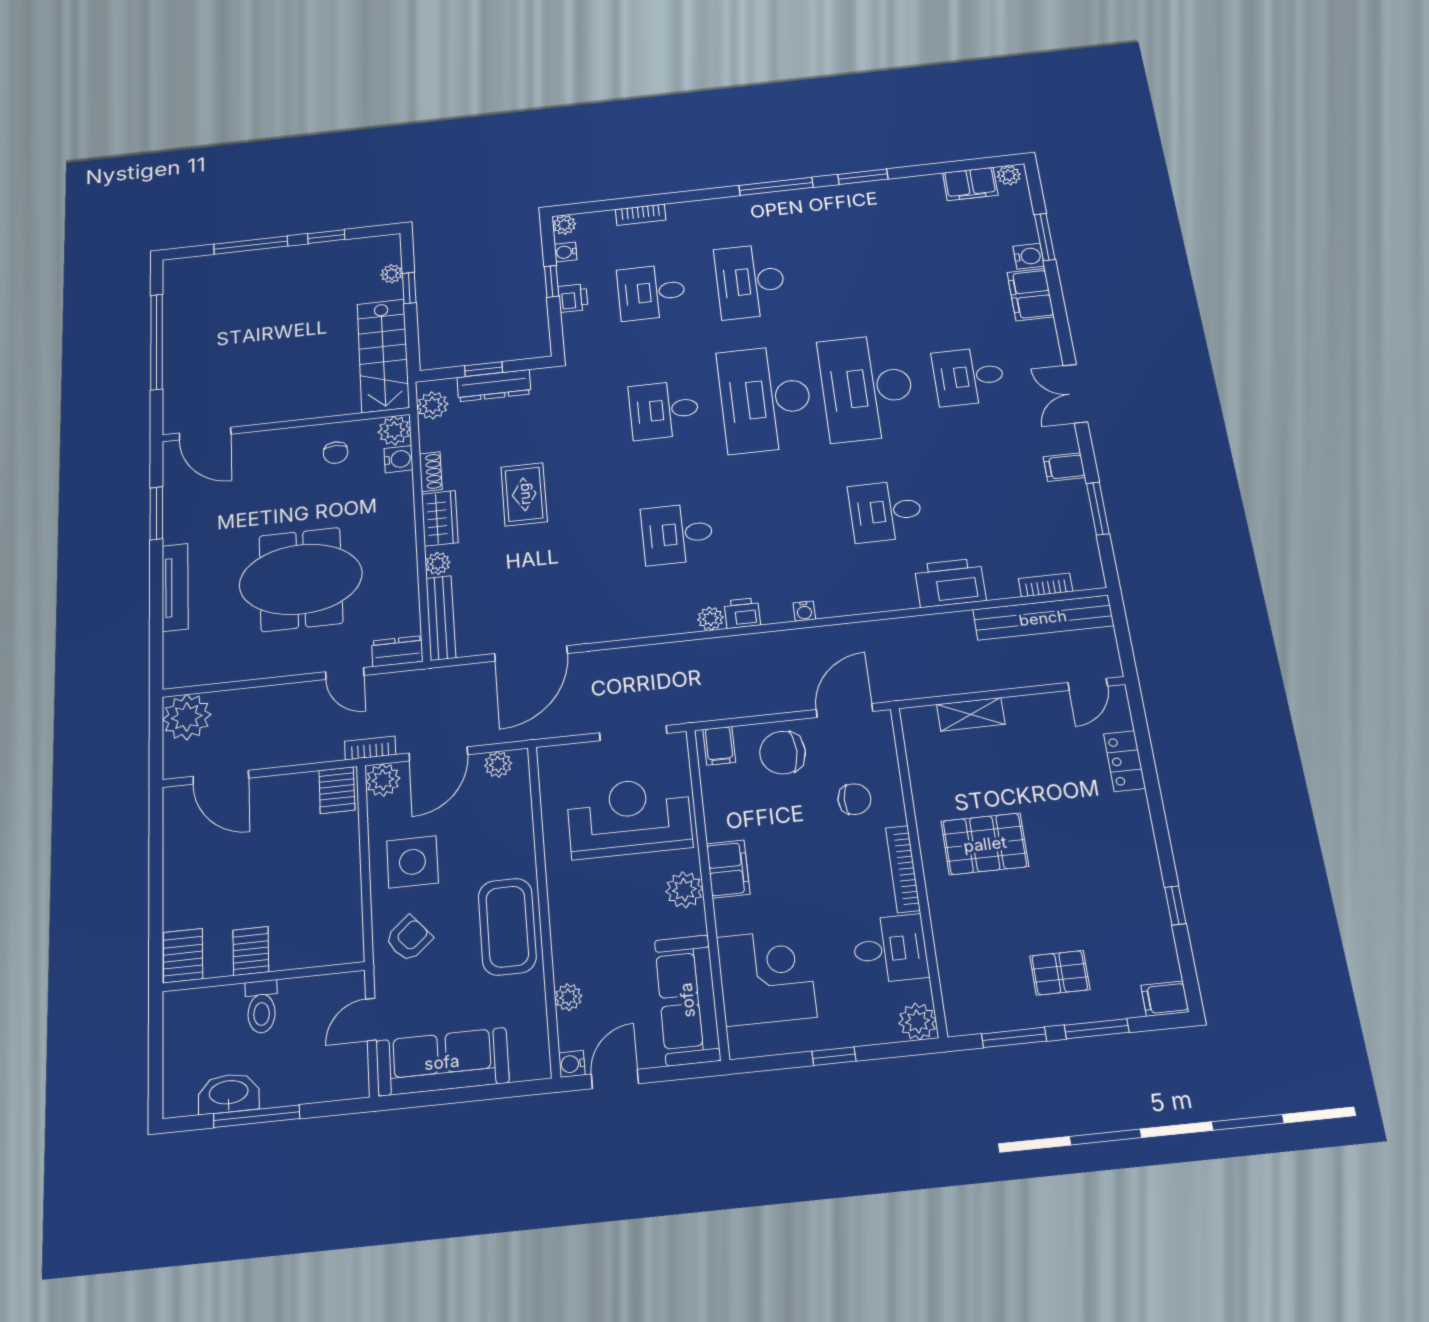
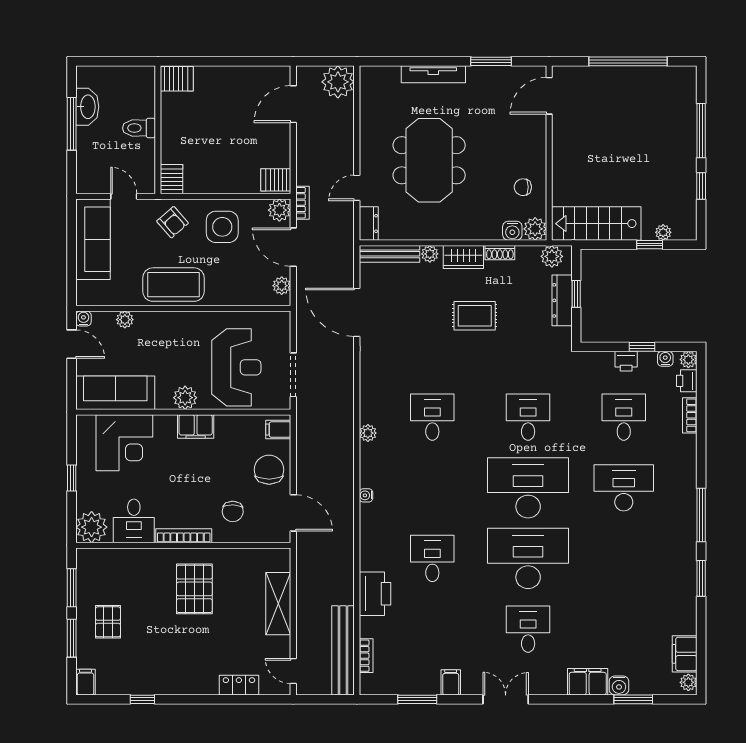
printer: (742, 613) -> (687, 381), moved, turned 180
shelving: (971, 714) -> (278, 604), width x1.50, depth x1.33
server rack: (251, 951) -> (172, 179), moved, turned -90
plant: (917, 1021) -> (92, 527), width x1.36, depth x1.36

